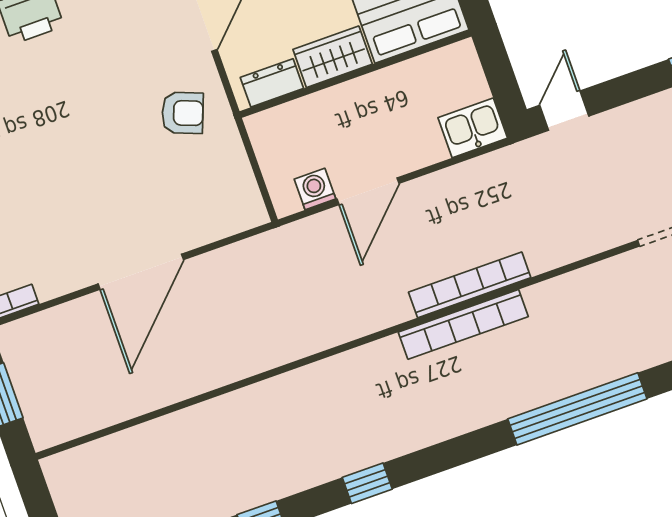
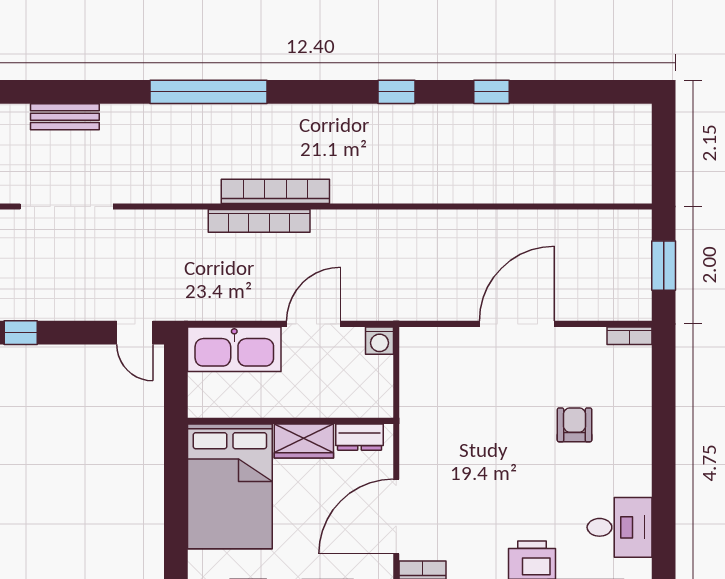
door: (564, 111) -> (135, 333), hinge flipped
armchair: (183, 113) -> (575, 425), moved, turned 69
kitchen sink: (473, 128) -> (234, 349), width x1.87, depth x1.24
washing machine: (315, 189) -> (380, 341), moved

